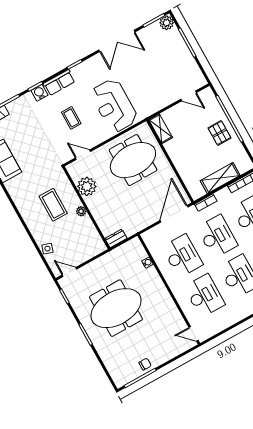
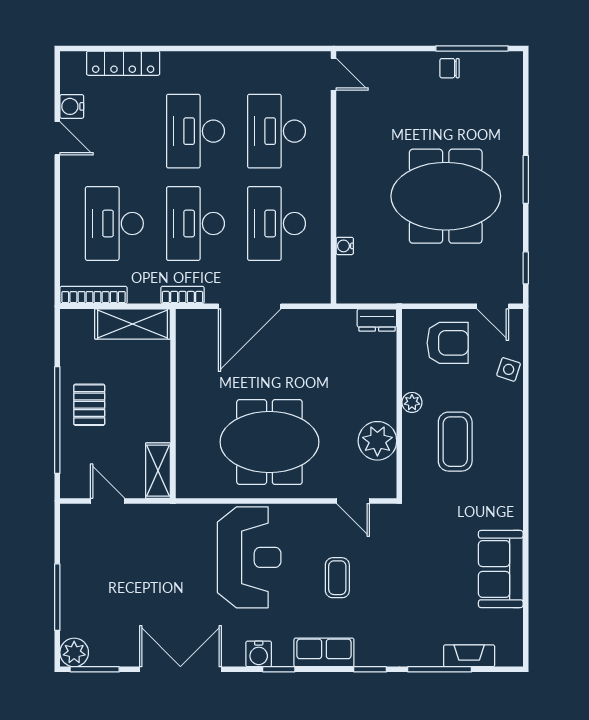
water cooler: (39, 93) -> (259, 654), moved
shelving: (161, 129) -> (158, 471), moved
wall: (170, 161) -> (173, 404), moved
armchair: (80, 245) -> (448, 343), added

